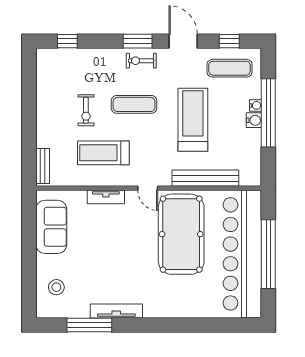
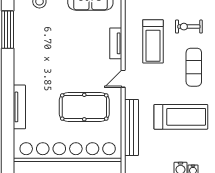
treadmill: (103, 153) -> (153, 41), turned 180
pool table: (181, 234) -> (84, 107), width x0.73, depth x0.76
tv unit: (116, 311) -> (19, 107), moved

